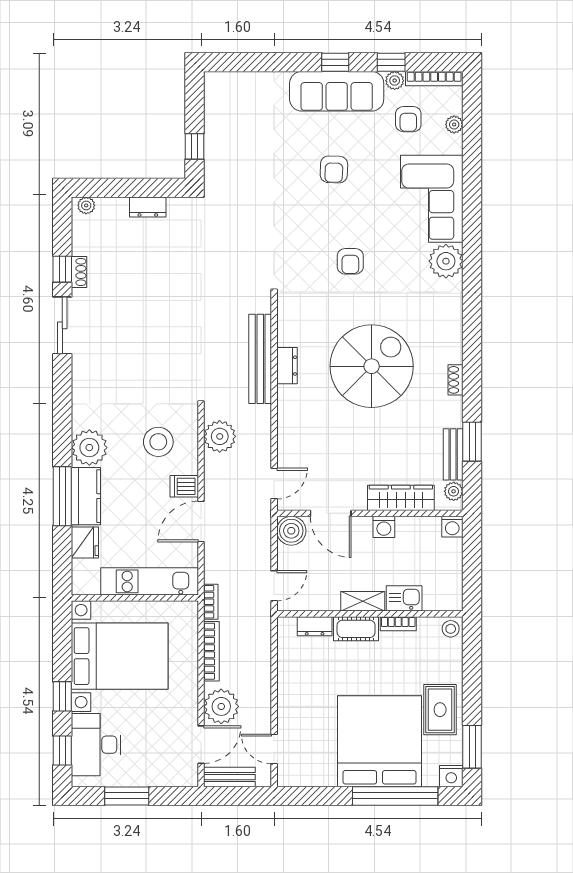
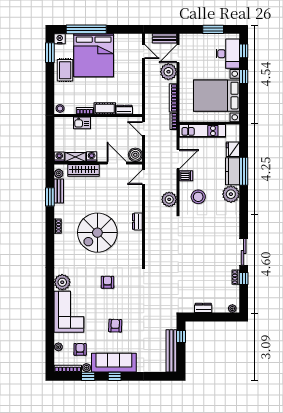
bench: (260, 359) -> (171, 351), moved
dresser: (287, 366) -> (137, 221), moved
door: (274, 586) -> (144, 129), hinge flipped
shelving: (363, 601) -> (75, 157), moved

